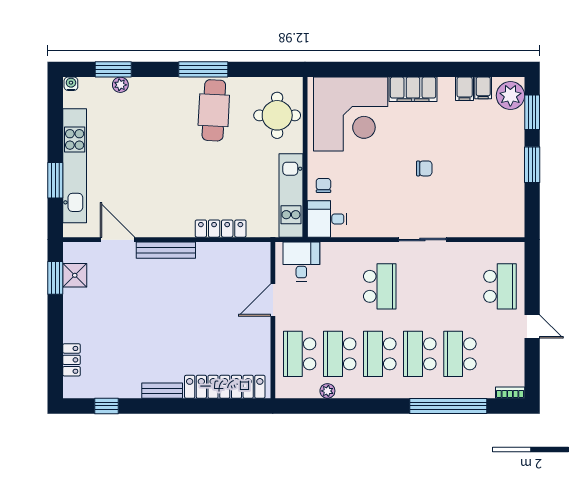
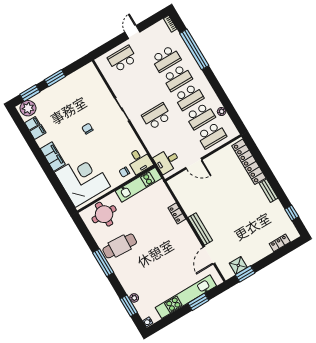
locker: (221, 229) -> (177, 213), width x0.66

